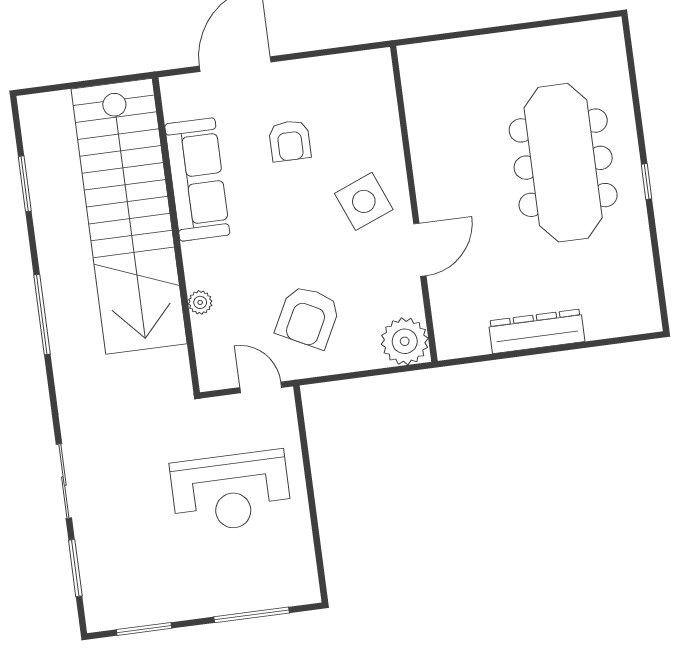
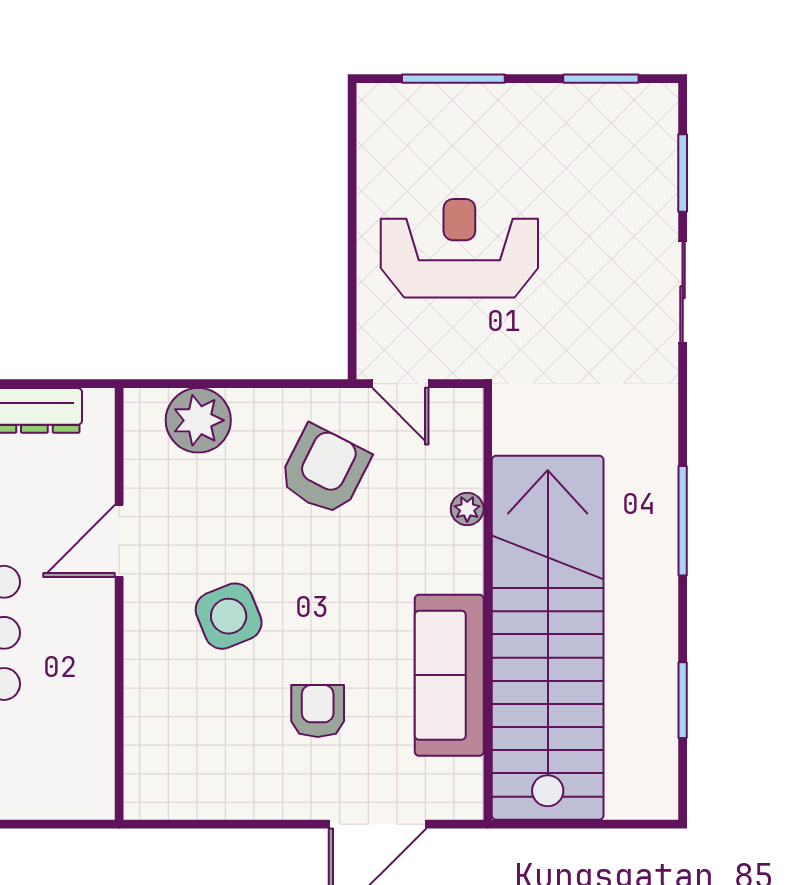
wall: (414, 204) -> (119, 604), moved
door: (420, 250) -> (119, 541), moved

